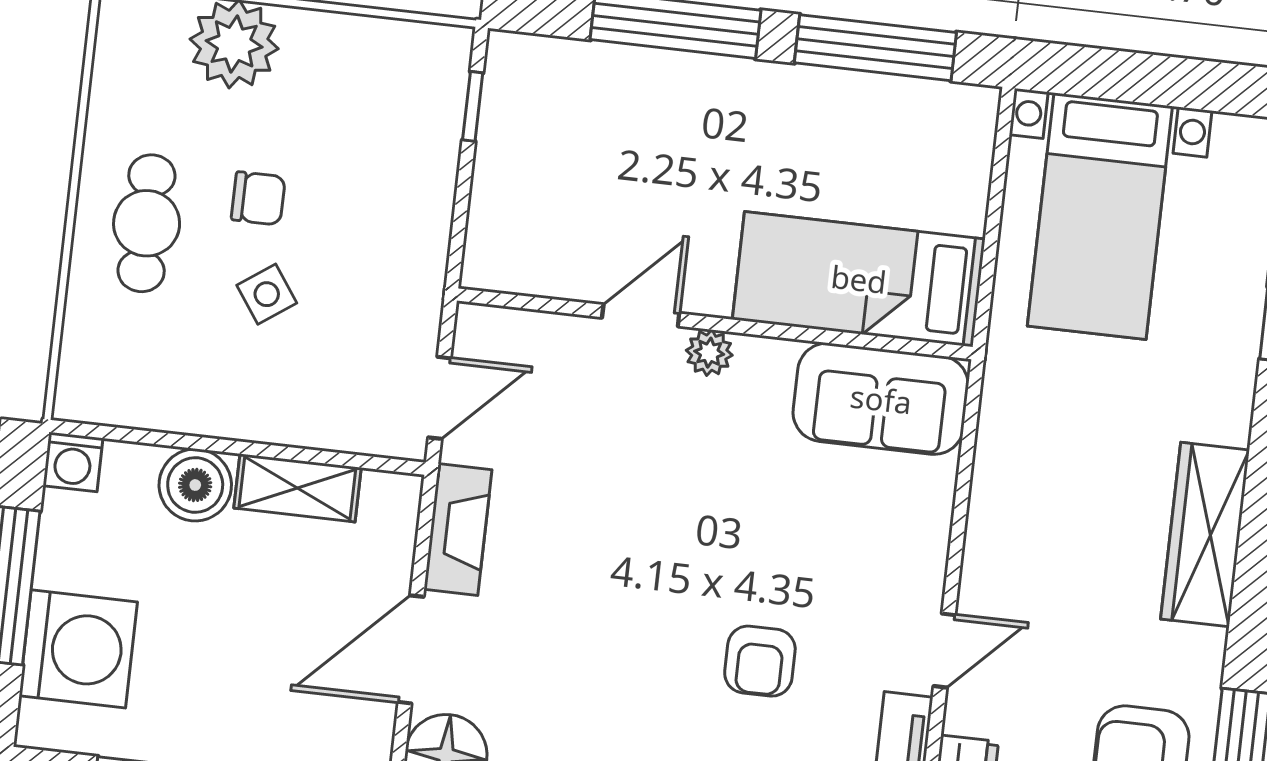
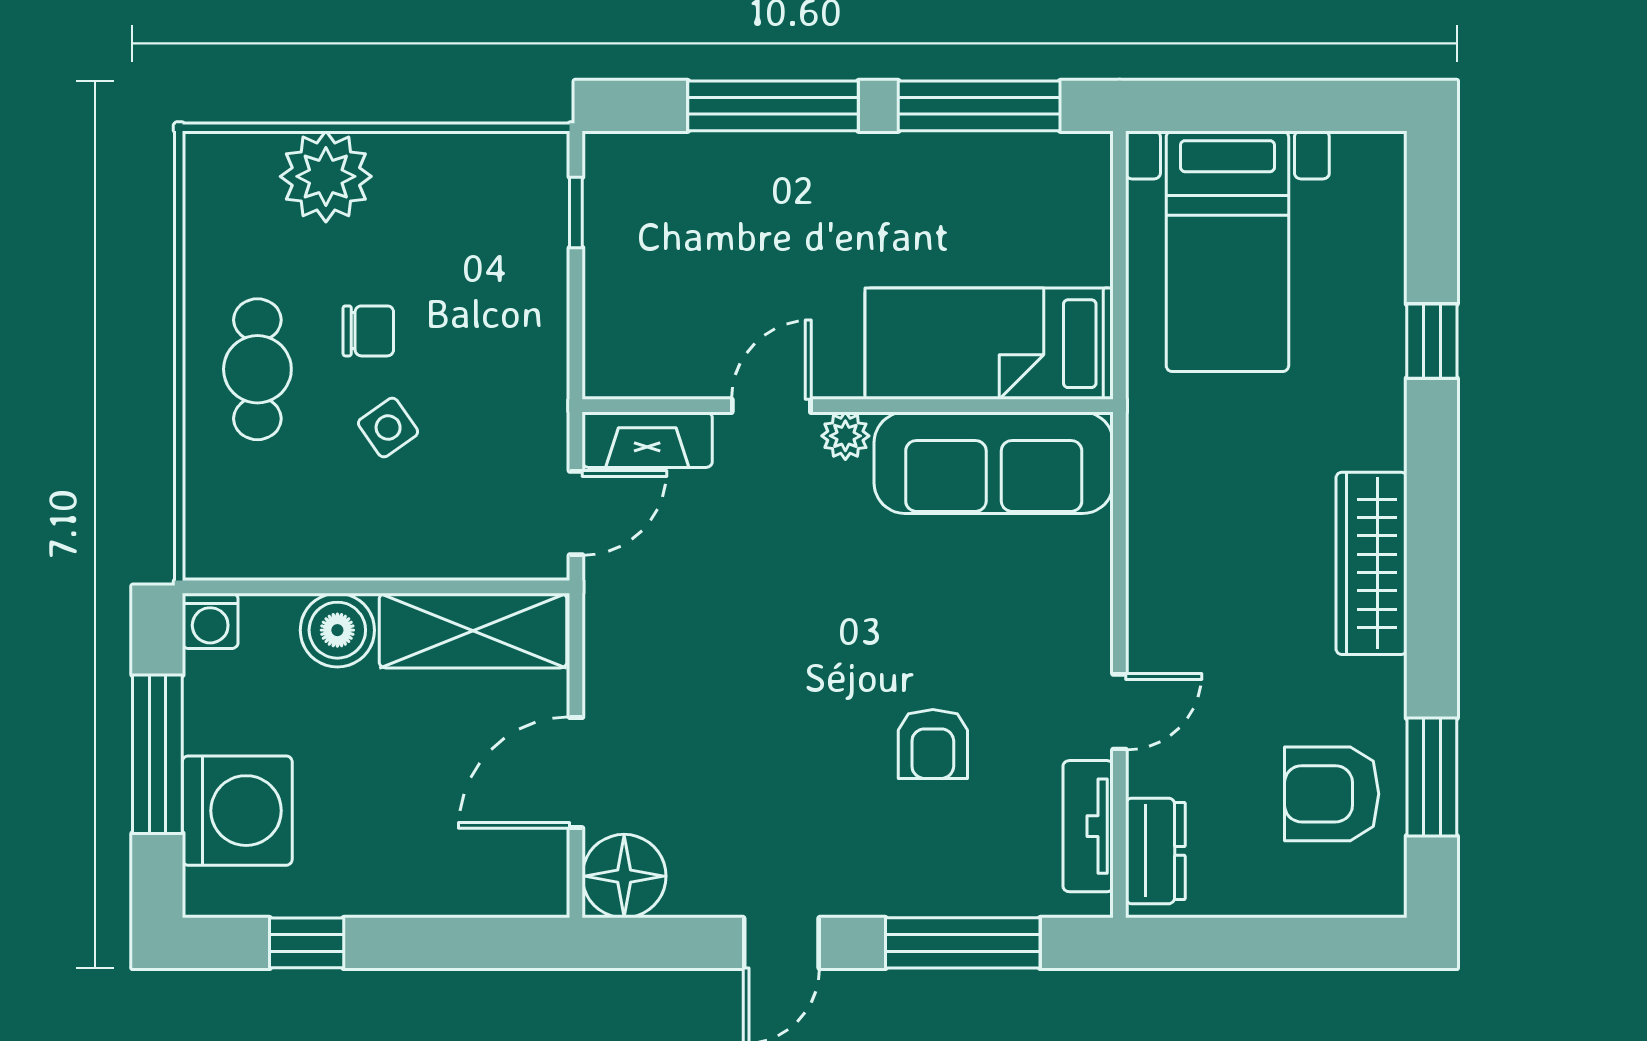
sofa: (881, 399) -> (994, 463), width x1.36
shelving: (297, 488) -> (473, 631), width x1.50, depth x1.33
fireplace: (458, 530) -> (647, 440), moved, turned 90

